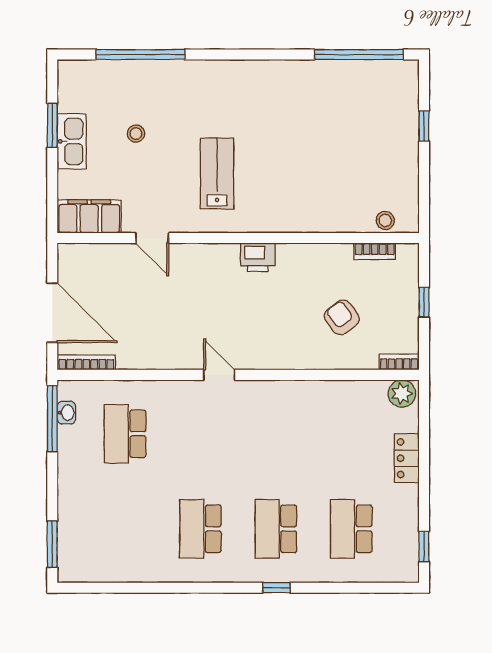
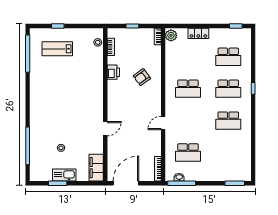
lab bench: (217, 174) -> (57, 49), moved
door: (152, 238) -> (105, 129), moved
printer: (258, 257) -> (113, 72), moved
door: (52, 313) -> (126, 183), moved
armchair: (342, 317) -> (142, 77), moved
door: (219, 375) -> (163, 123), moved
school desk: (276, 434) -> (188, 89), added

